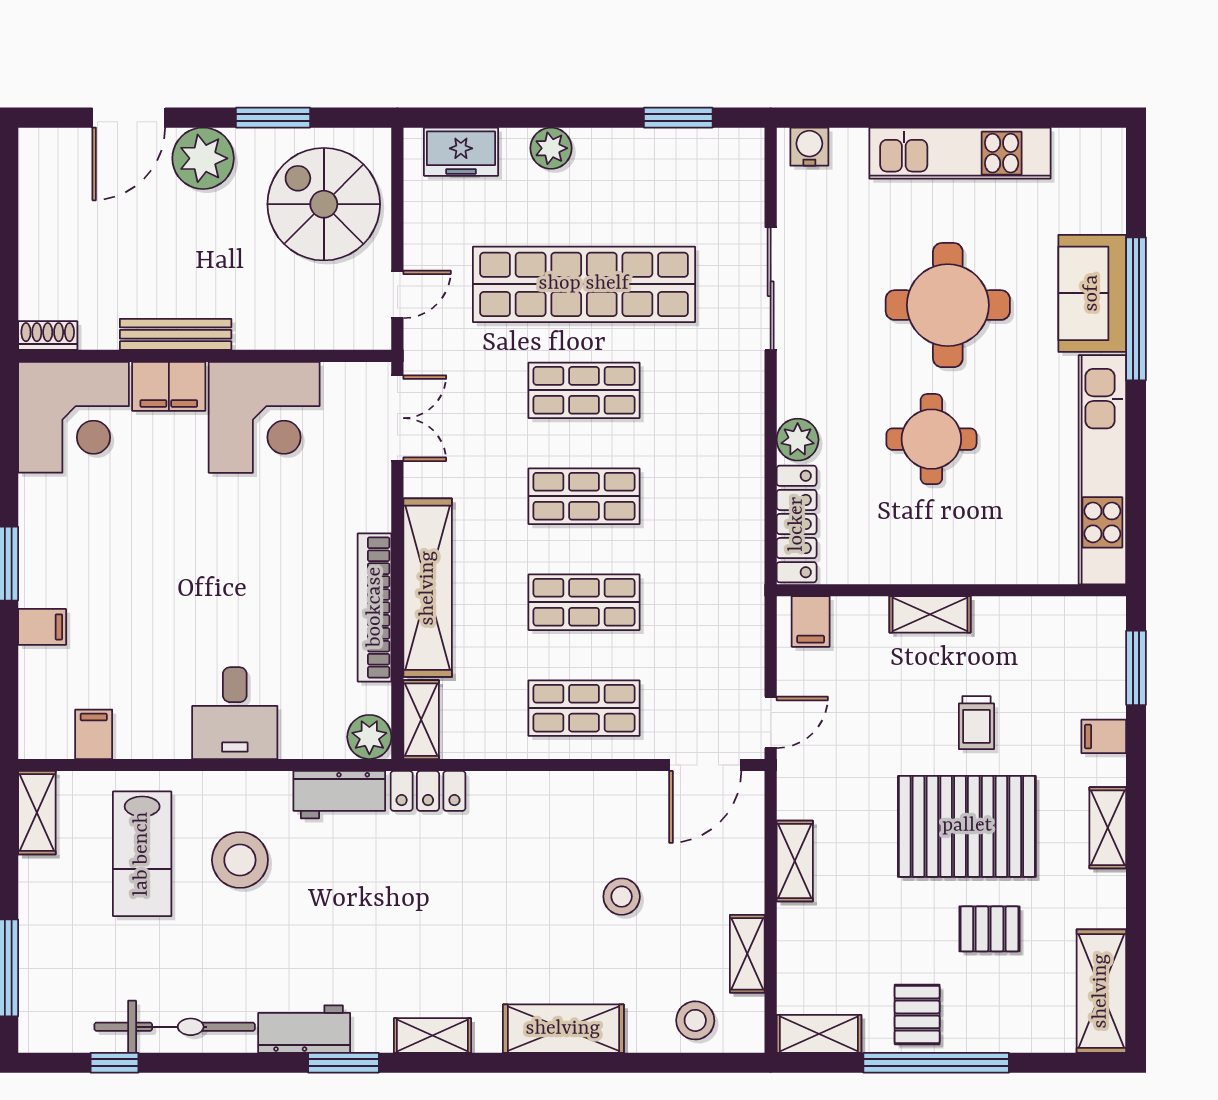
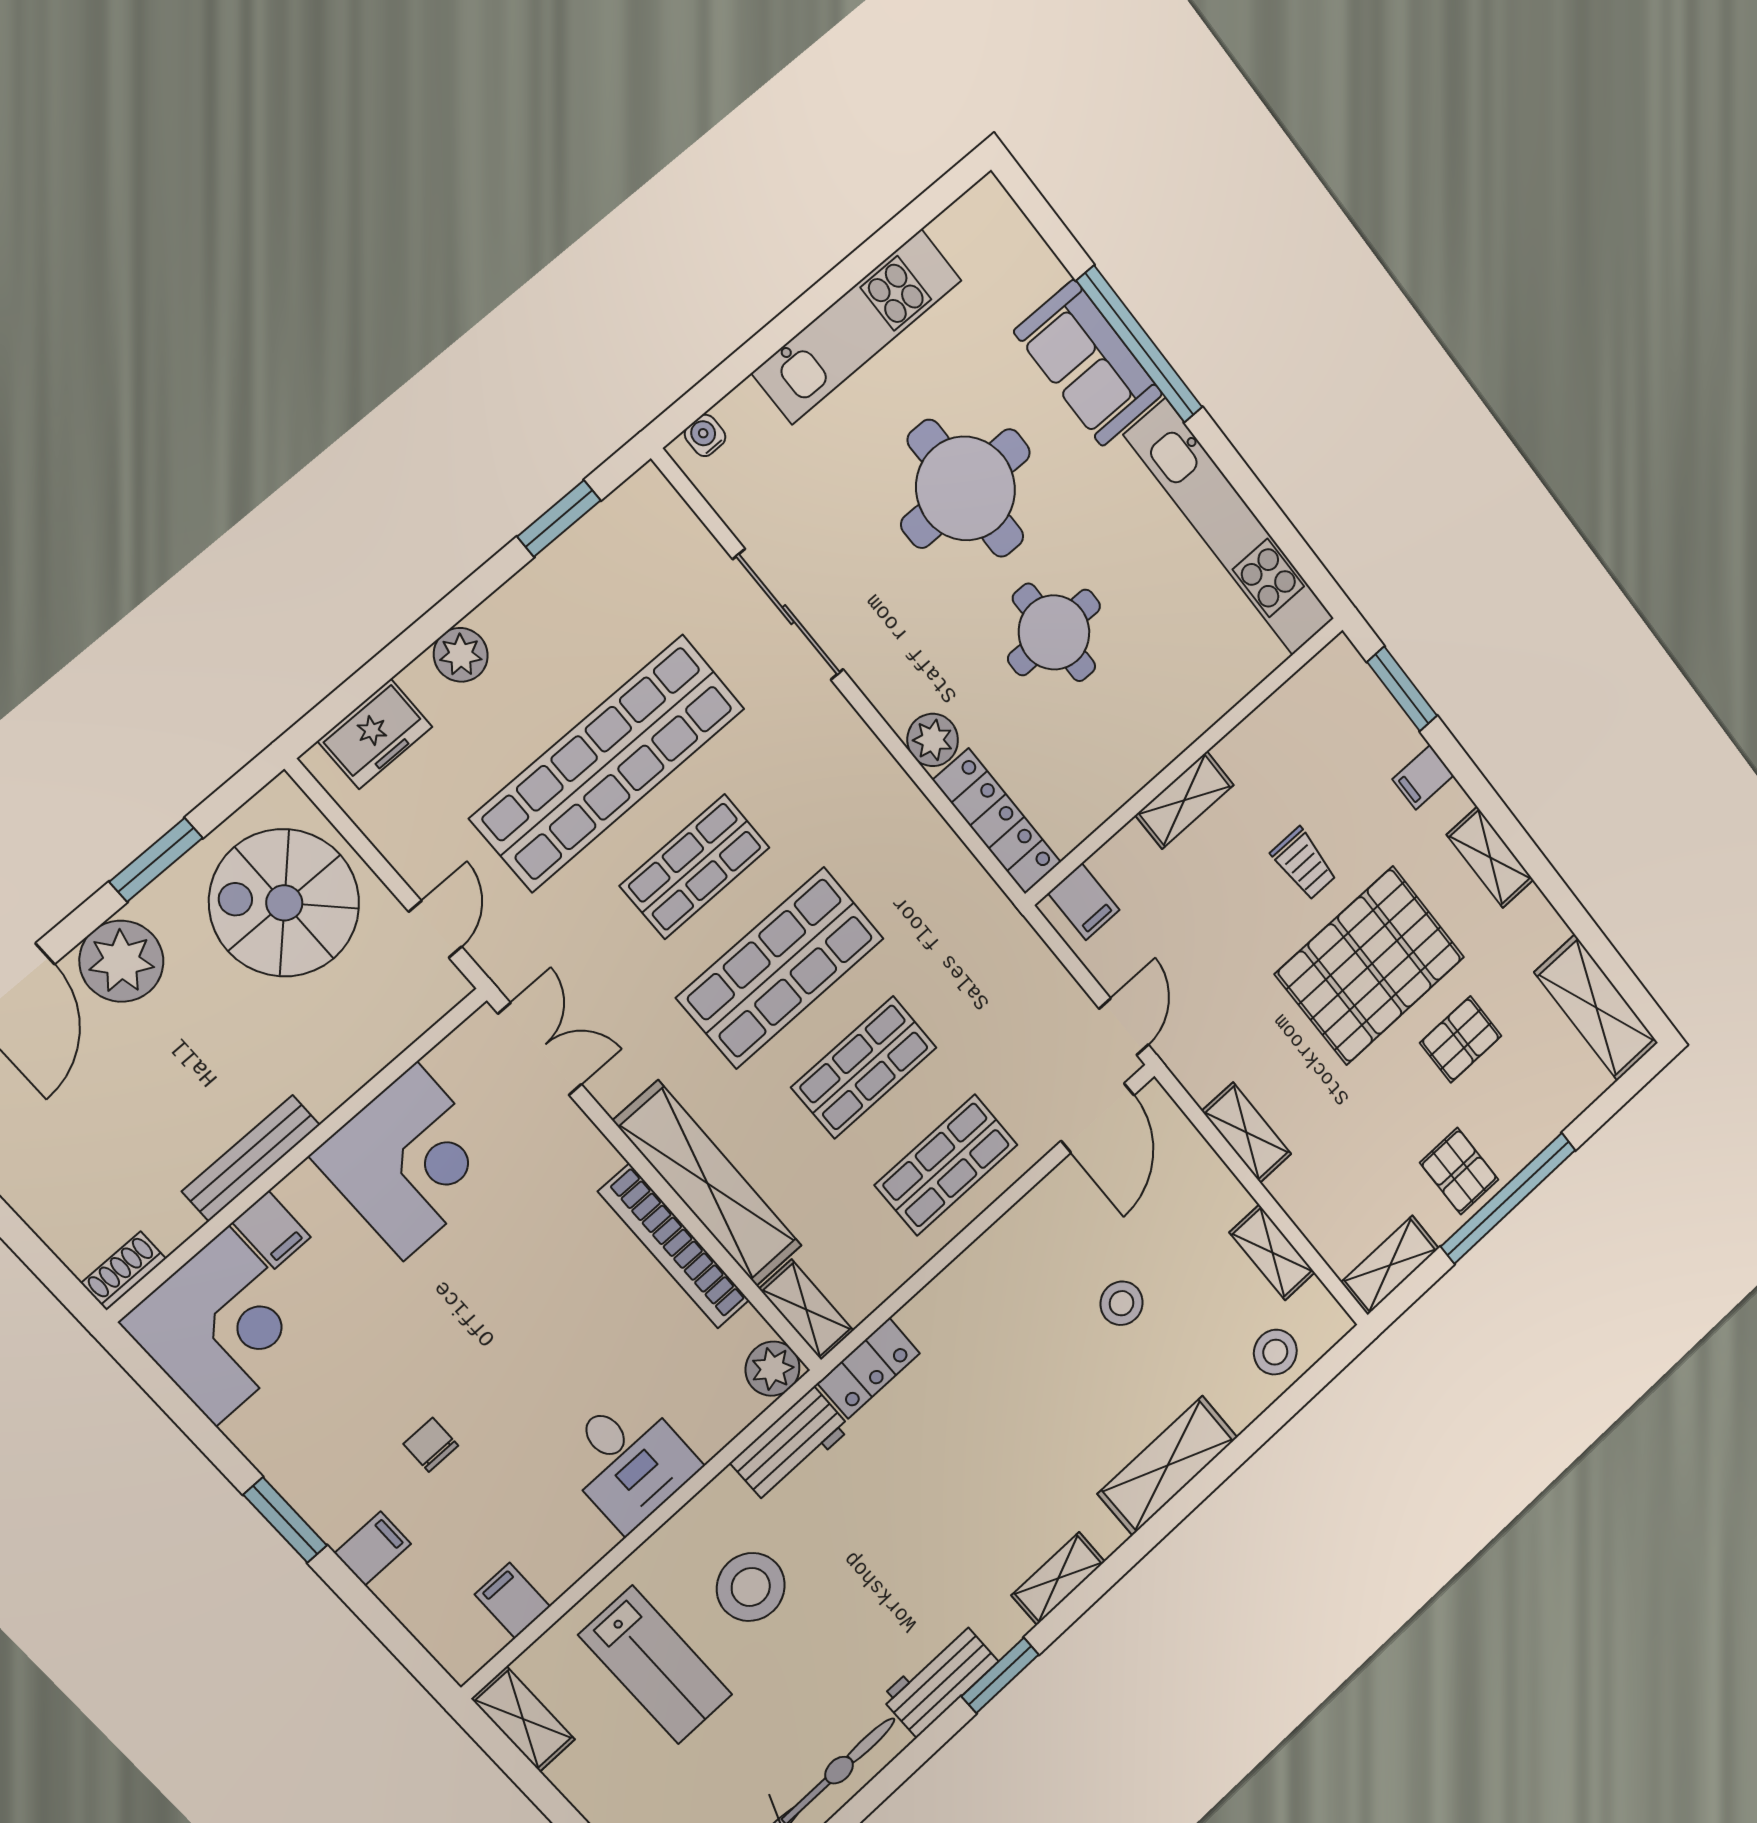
water cooler: (809, 147) -> (705, 435), width x0.72, depth x0.72
filing cabinet: (169, 386) -> (271, 1230), width x0.50
shop shelf: (584, 496) -> (780, 968), width x1.43, depth x1.36
chair: (129, 596) -> (431, 1445), added

